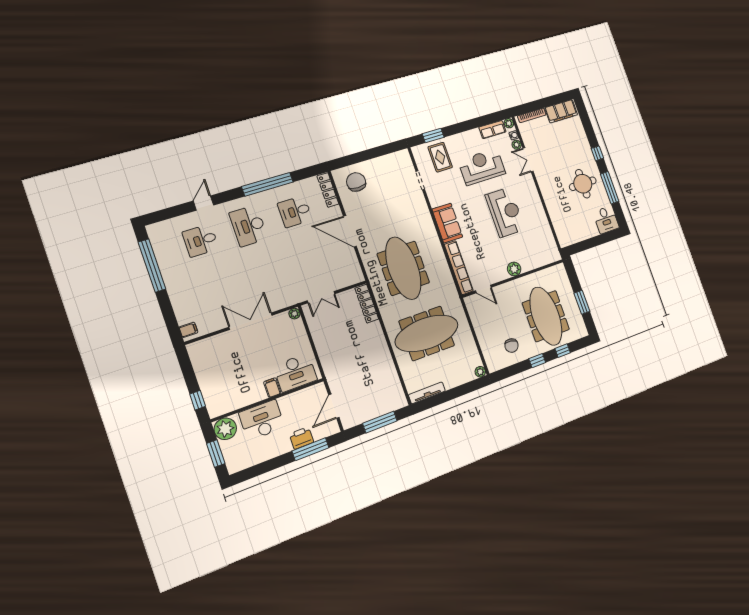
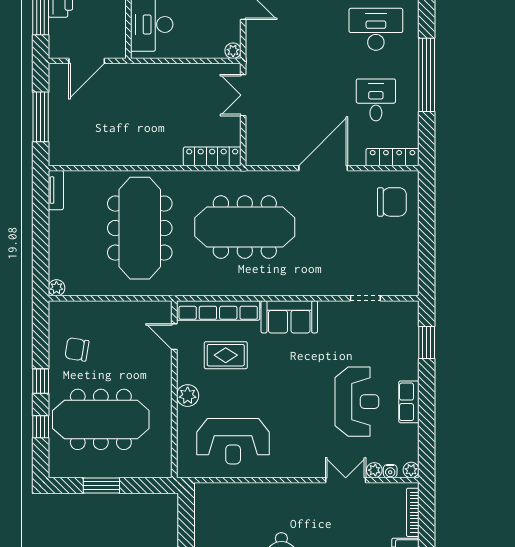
row of seats: (492, 130) -> (409, 402), moved
rug: (440, 157) -> (226, 355), moved
reception desk: (505, 212) -> (233, 441), moved
door: (483, 289) -> (174, 337), hinge flipped
tv unit: (427, 393) -> (56, 190), width x0.71
door: (334, 406) -> (87, 61), swing flipped

